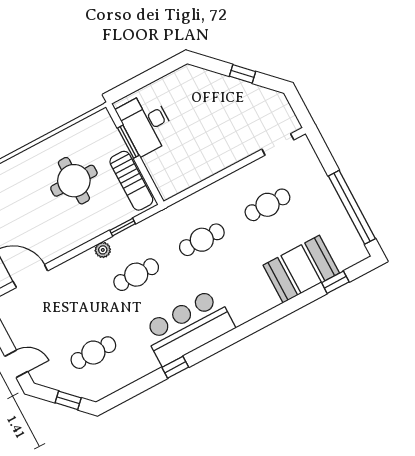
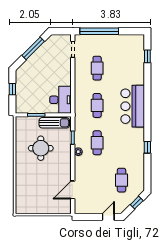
window: (242, 74) -> (33, 48), width x2.17
window: (151, 76) -> (12, 89), added
desk: (146, 124) -> (61, 100), moved, turned -90
window: (352, 207) -> (99, 31), moved
booth: (301, 269) -> (133, 68), removed
bar counter: (188, 327) -> (133, 106), moved

